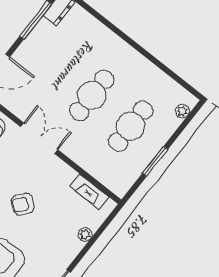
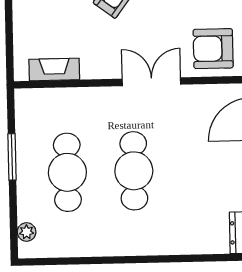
double door: (39, 138) -> (151, 82), swing flipped
plant: (85, 234) -> (22, 22), removed

